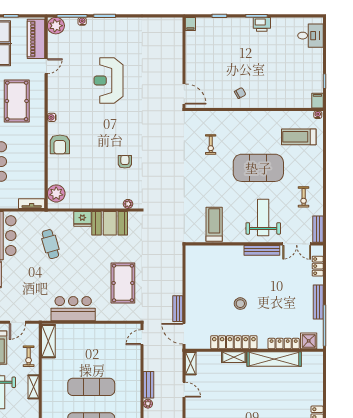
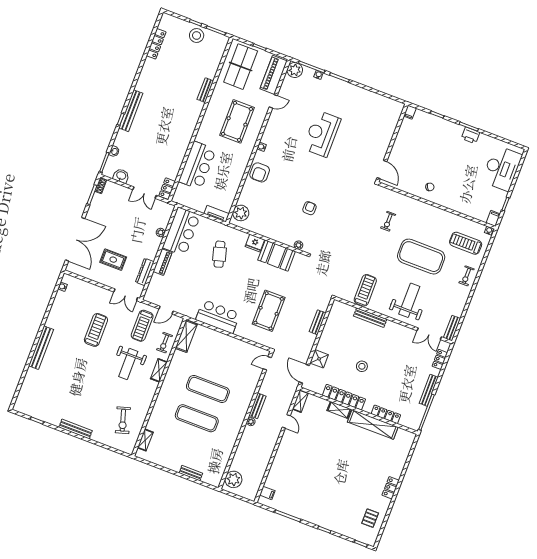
desk: (310, 36) -> (502, 168), width x1.87, depth x1.30
exercise bike: (304, 197) -> (467, 276), moved
bench: (262, 250) -> (370, 318), moved
bench: (178, 309) -> (318, 322), moved
shower: (309, 341) -> (319, 359), moved

